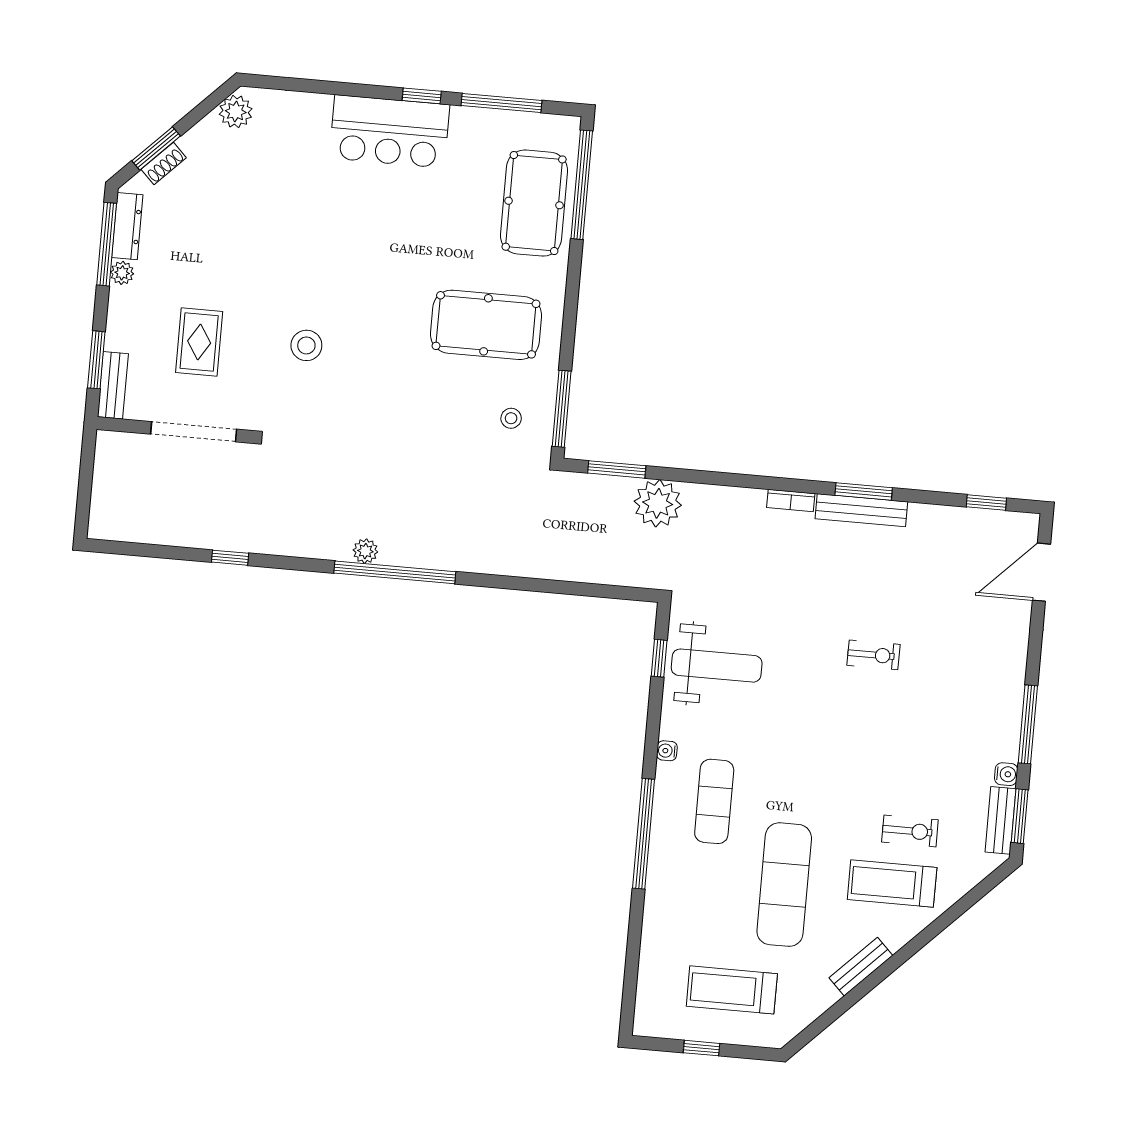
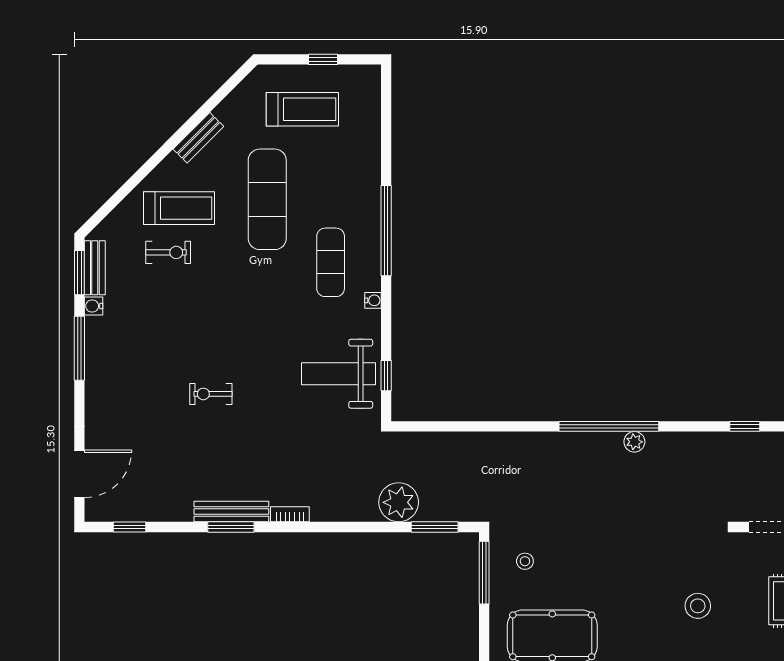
exercise bike: (910, 831) -> (168, 252), turned 180

